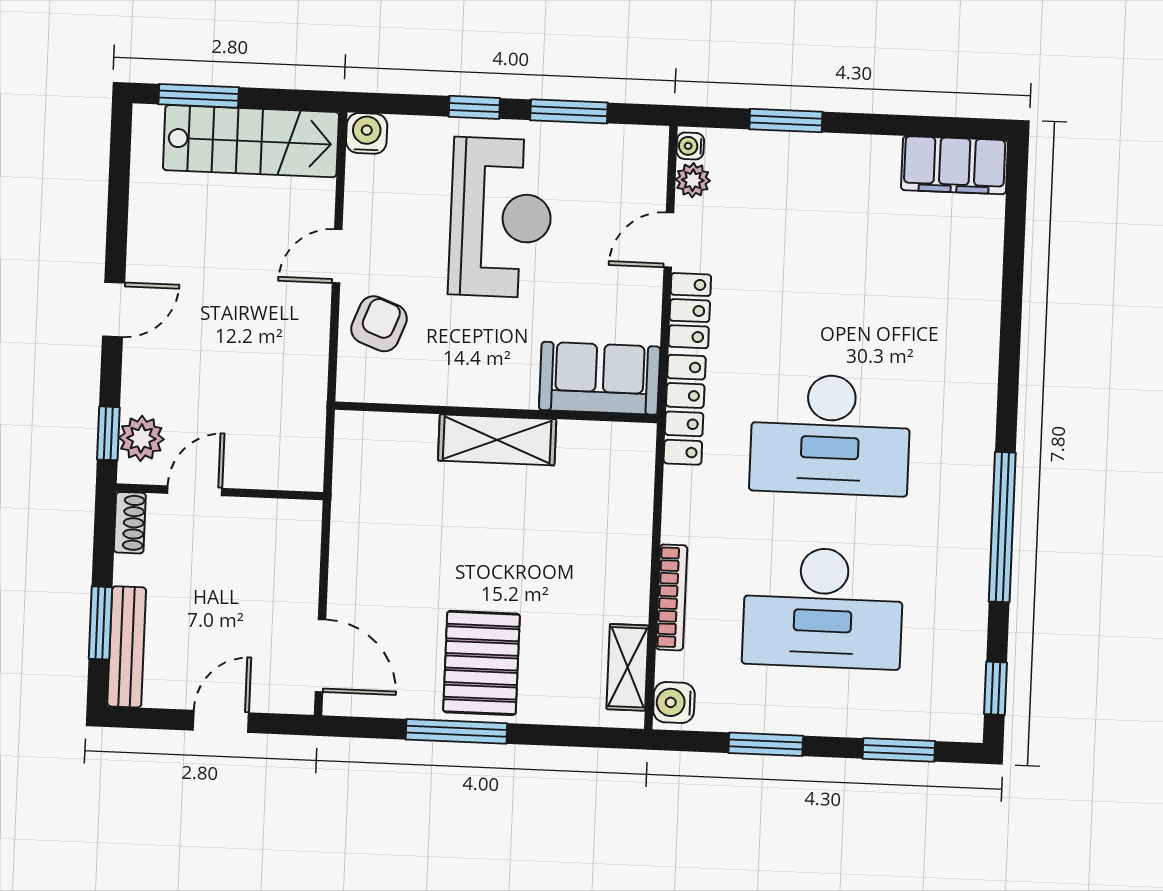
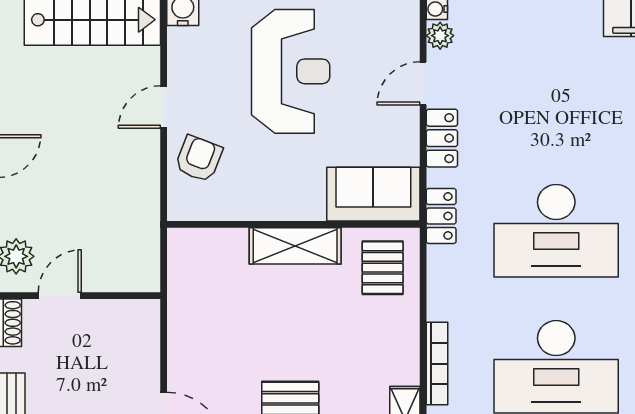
locker: (685, 410) -> (441, 216), width x0.66
pallet: (607, 472) -> (383, 268), added

